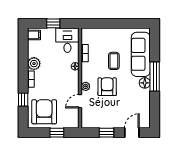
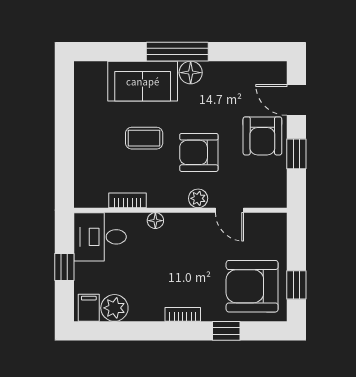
sofa: (141, 54) -> (143, 81), width x0.73
plant: (34, 64) -> (114, 308), moved
armchair: (115, 117) -> (262, 136), added
window: (57, 133) -> (296, 285), moved

